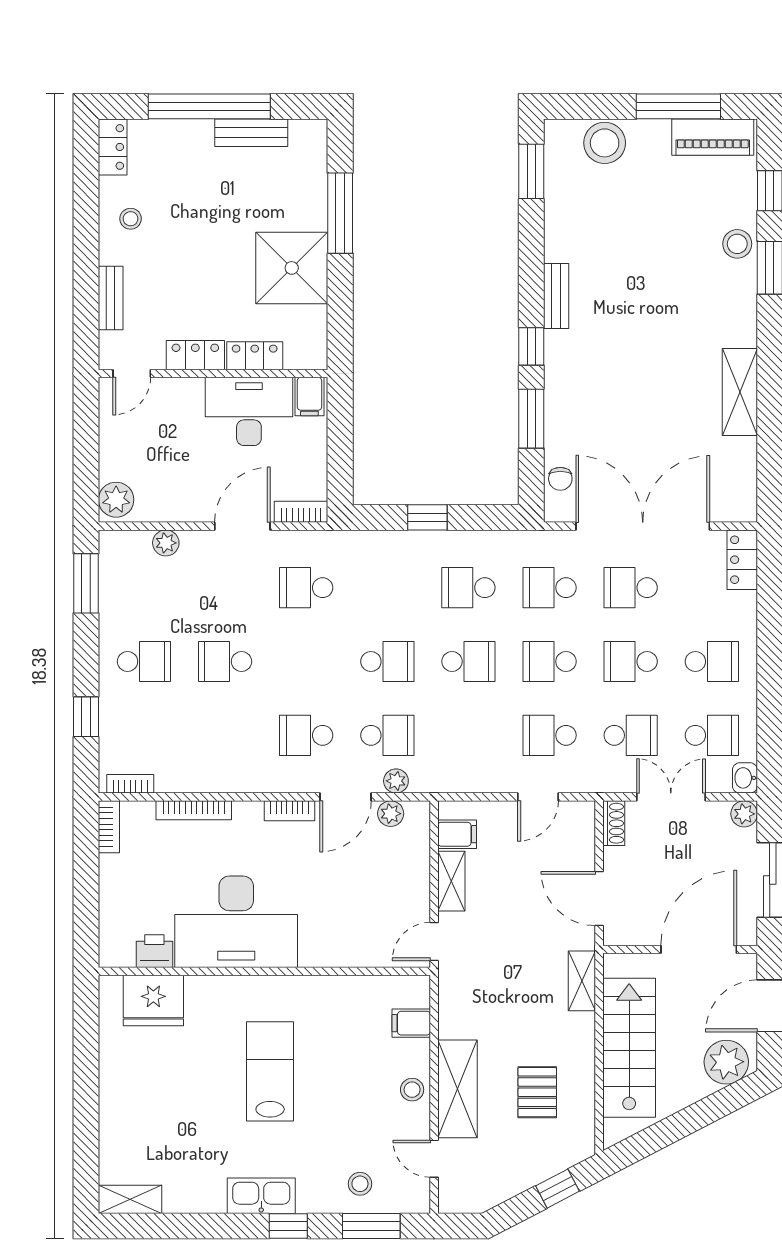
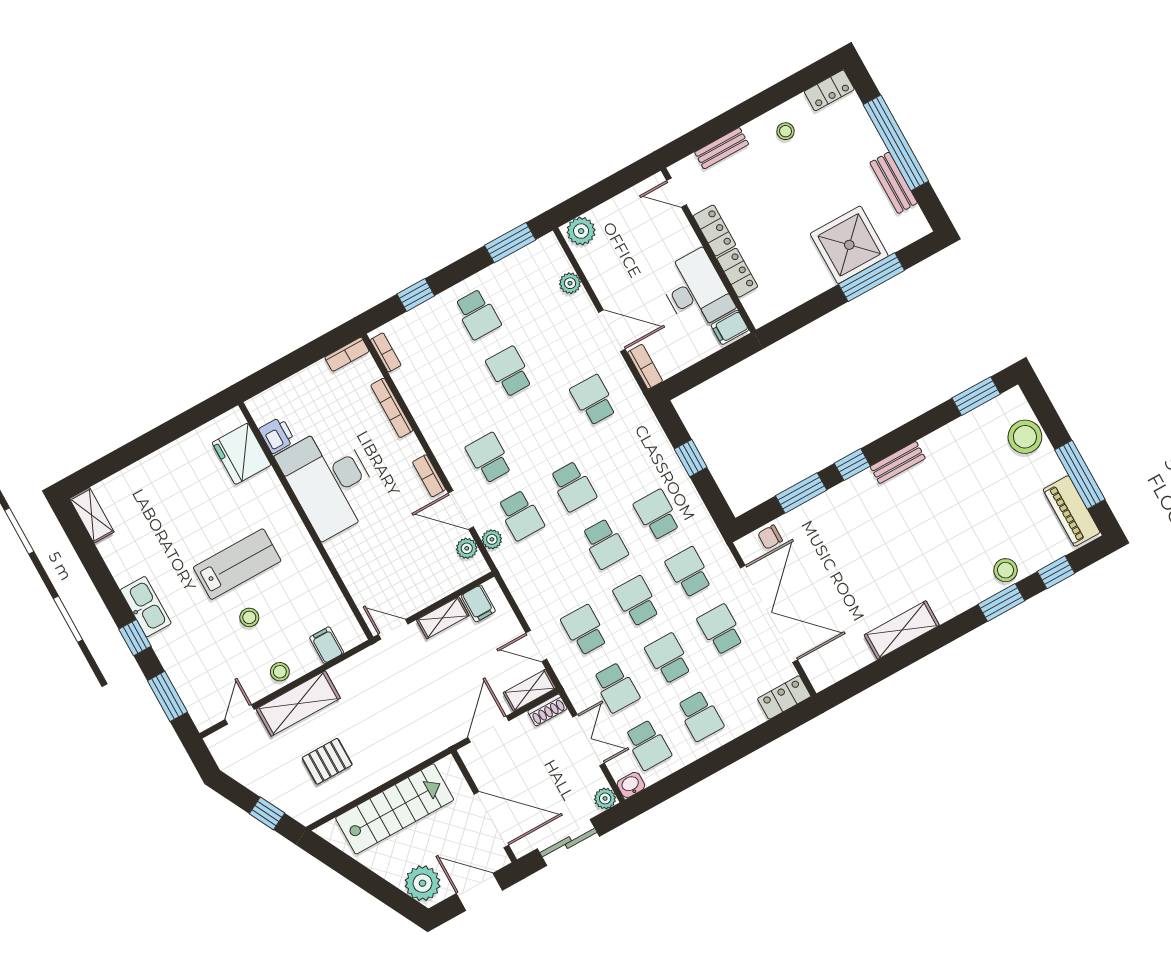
shower: (292, 268) -> (849, 245), moved
shelving: (582, 981) -> (530, 690), moved
stool: (360, 1184) -> (249, 617), moved

